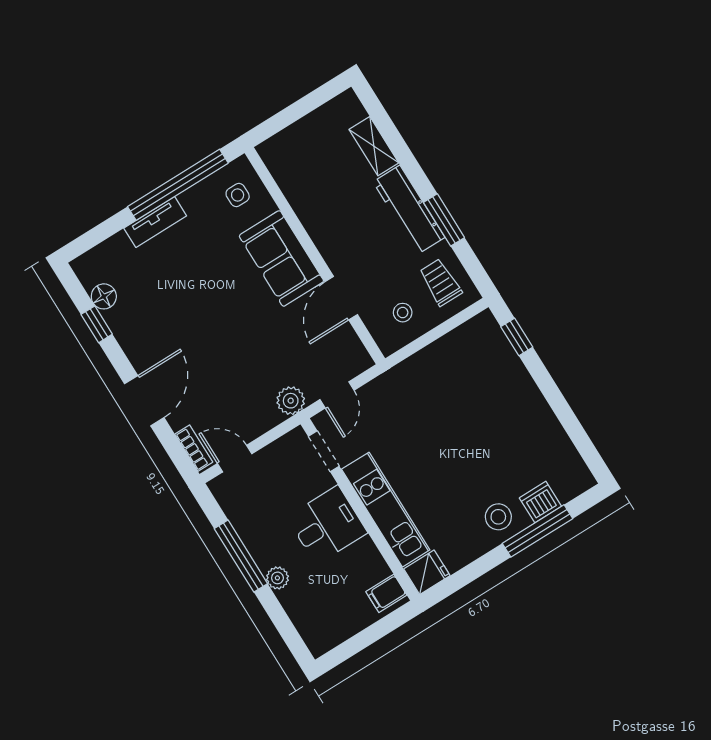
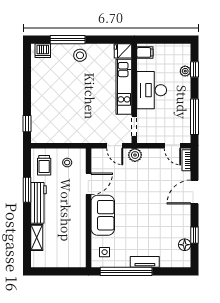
door: (337, 395) -> (115, 146), swing flipped
dishwasher: (540, 502) -> (43, 51), moved
desk: (327, 525) -> (152, 90), width x1.37
window: (241, 556) -> (195, 117), moved
plant: (277, 578) -> (185, 71), moved
window: (280, 618) -> (195, 69), added

